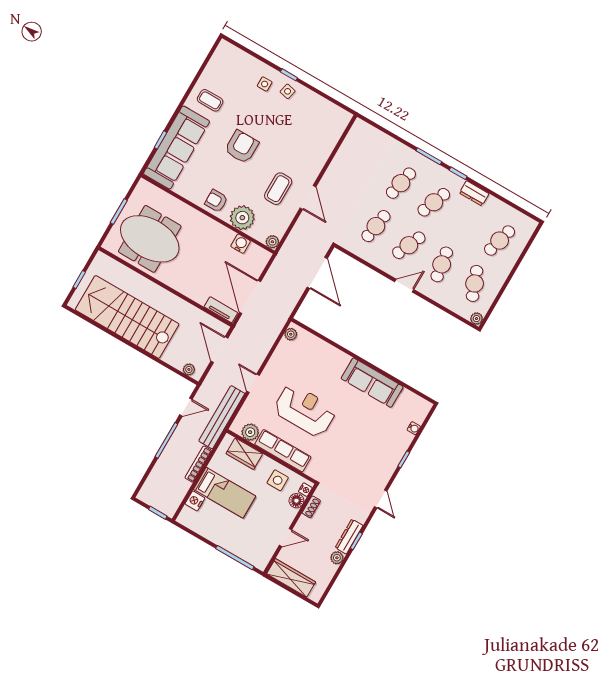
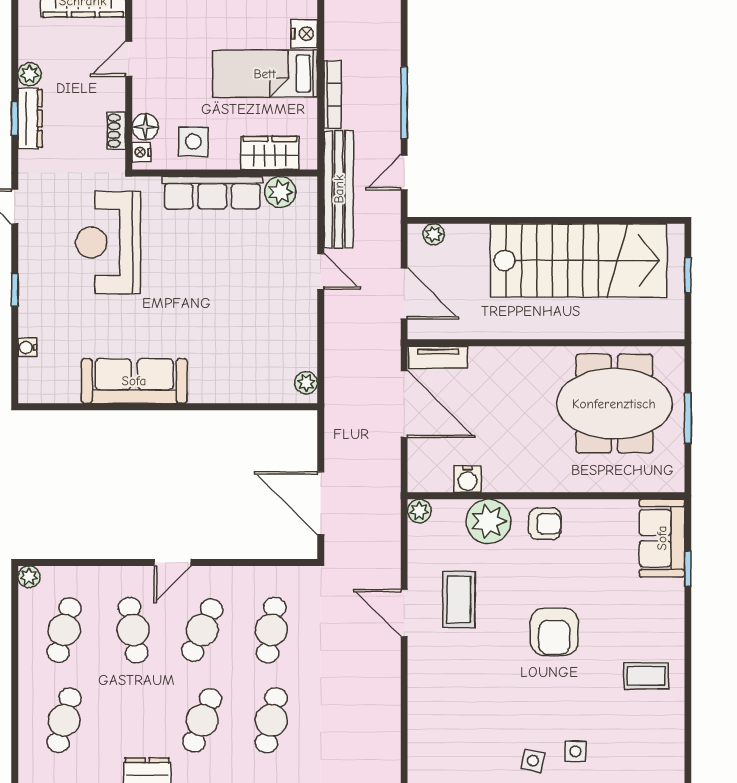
sofa: (177, 147) -> (662, 538), width x0.54, depth x0.79
cafe table: (475, 283) -> (64, 630), turned 36
reception desk: (305, 410) -> (108, 242), moved, turned 90

